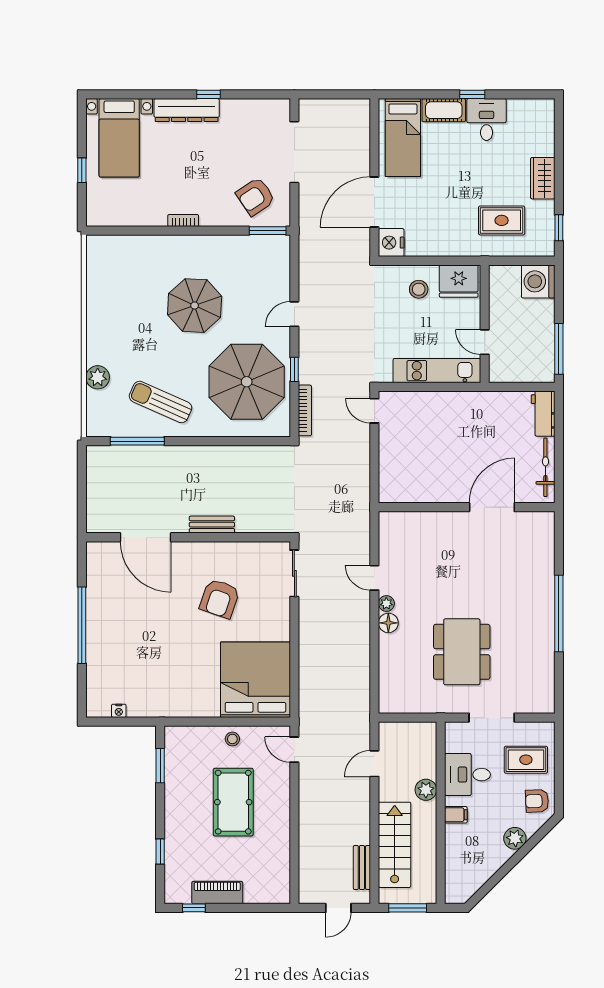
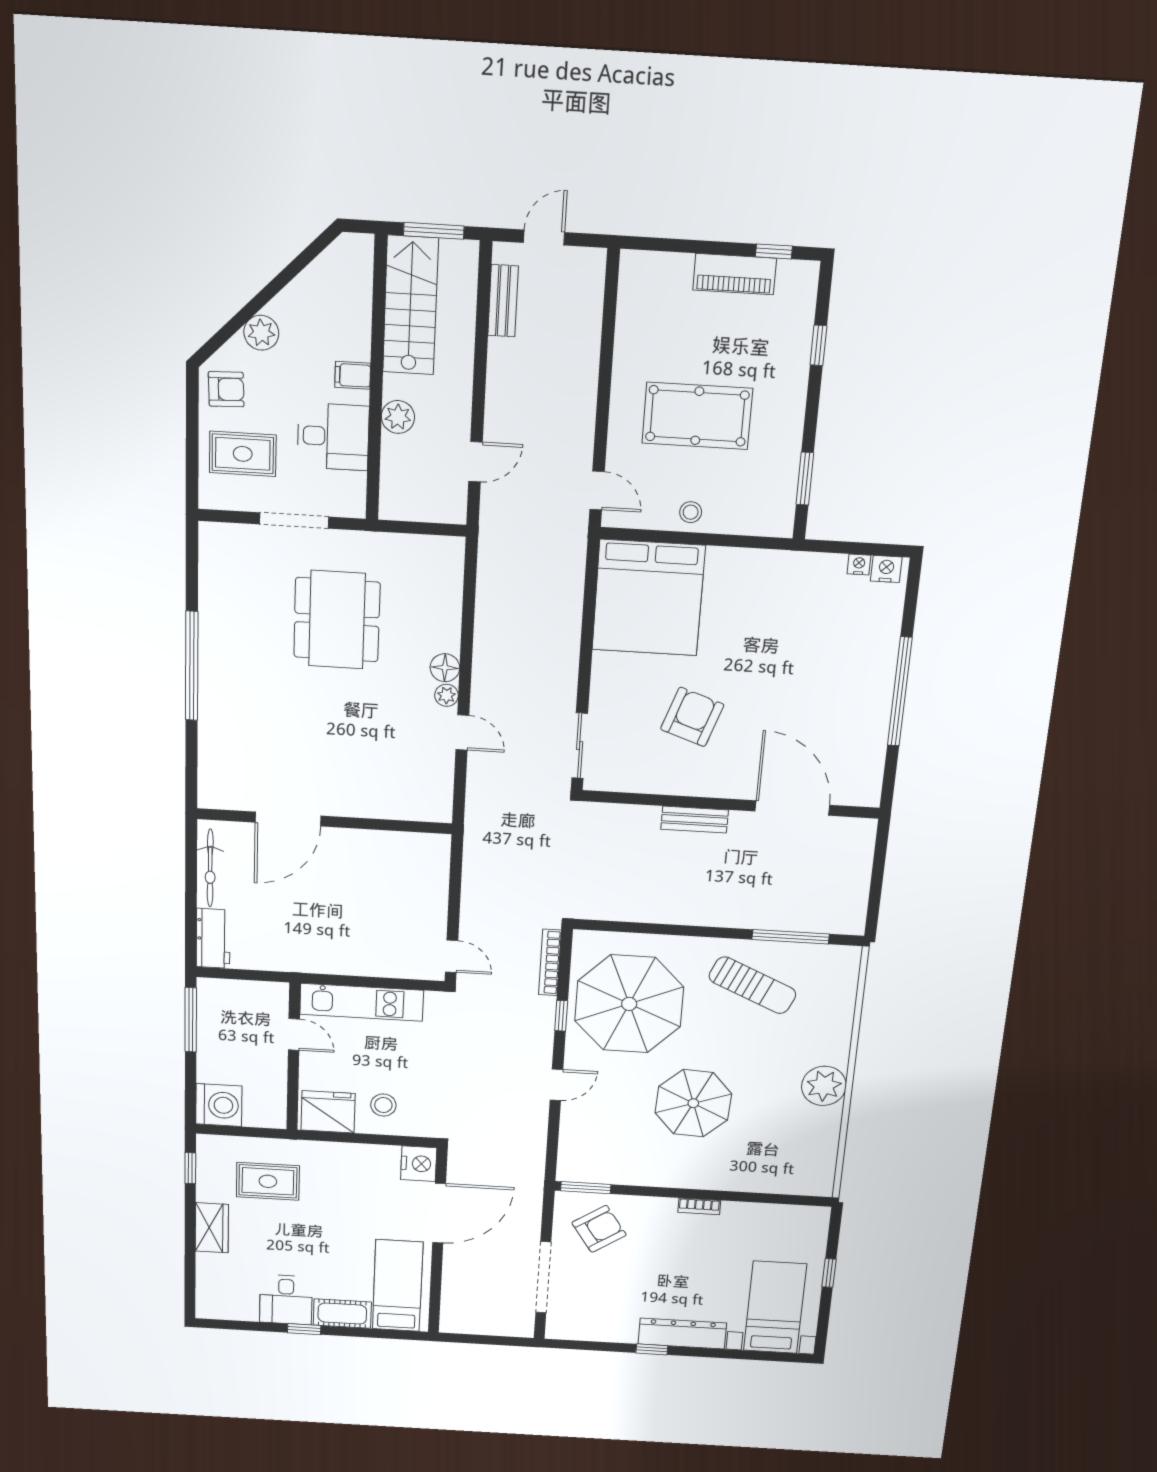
plant: (98, 377) -> (824, 1086), moved, width x1.36, depth x1.36
nightstand: (101, 709) -> (886, 569), added
pool table: (233, 802) -> (697, 416), turned 90
stairs: (395, 845) -> (411, 305), moved, turned 180

